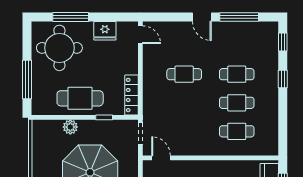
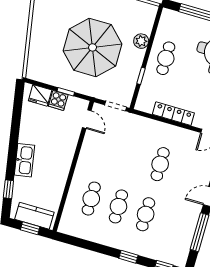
locker: (132, 95) -> (173, 114), moved
cafe table: (80, 98) -> (166, 58), width x0.73, depth x0.74
door: (161, 158) -> (87, 119), hinge flipped

